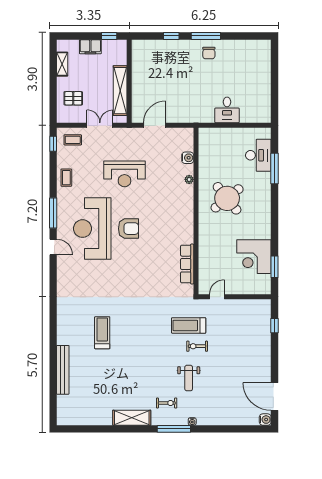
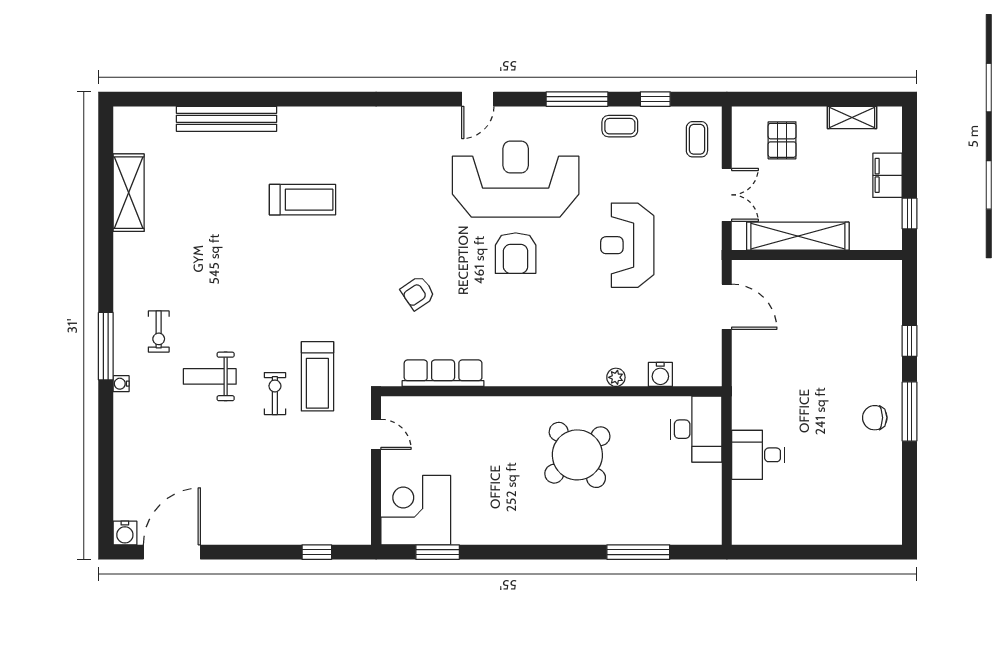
window: (53, 144) -> (655, 99), moved
desk: (258, 155) -> (696, 429), moved, turned -90
window: (53, 213) -> (577, 99), moved
corner desk: (254, 257) -> (416, 510), moved
armchair: (148, 276) -> (418, 293), added
treadmill: (189, 325) -> (317, 376), turned 180
shelving: (132, 418) -> (129, 193), moved

